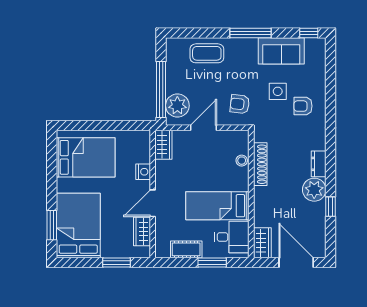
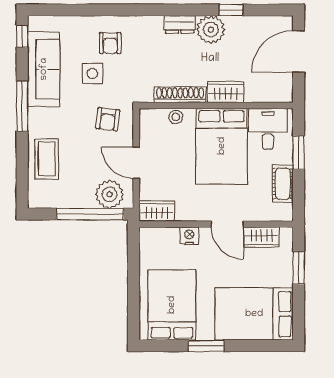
sofa: (281, 51) -> (44, 69), width x1.36
bed: (217, 206) -> (222, 146), width x1.50
window: (52, 225) -> (206, 346), moved
wardrobe: (262, 243) -> (226, 92), moved

